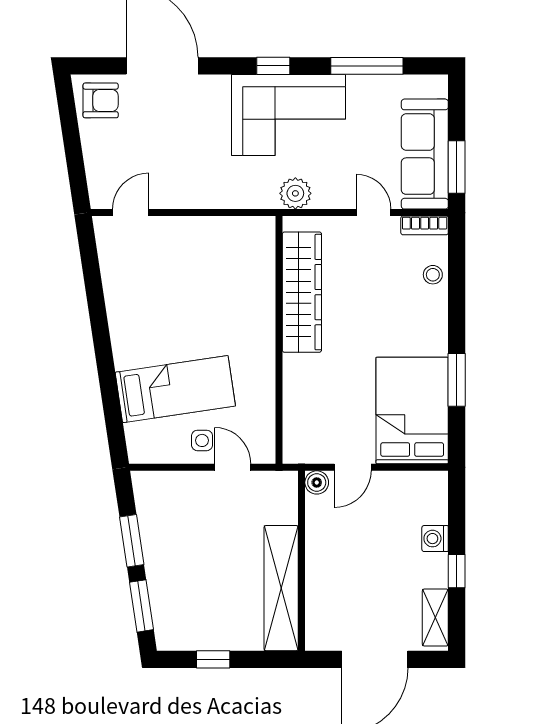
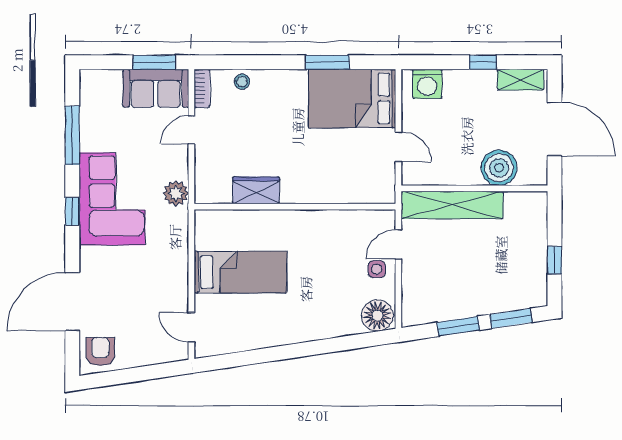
sofa: (425, 154) -> (156, 88), width x0.73
wardrobe: (302, 292) -> (256, 190), width x0.48, depth x0.85
bed: (175, 389) -> (241, 272), moved, turned 99
floor lamp: (145, 441) -> (377, 315), added
boiler: (317, 482) -> (499, 168), moved, width x1.86, depth x1.86
washing machine: (435, 539) -> (427, 84), moved, width x1.38, depth x1.38
shelving: (281, 588) -> (452, 205), moved

